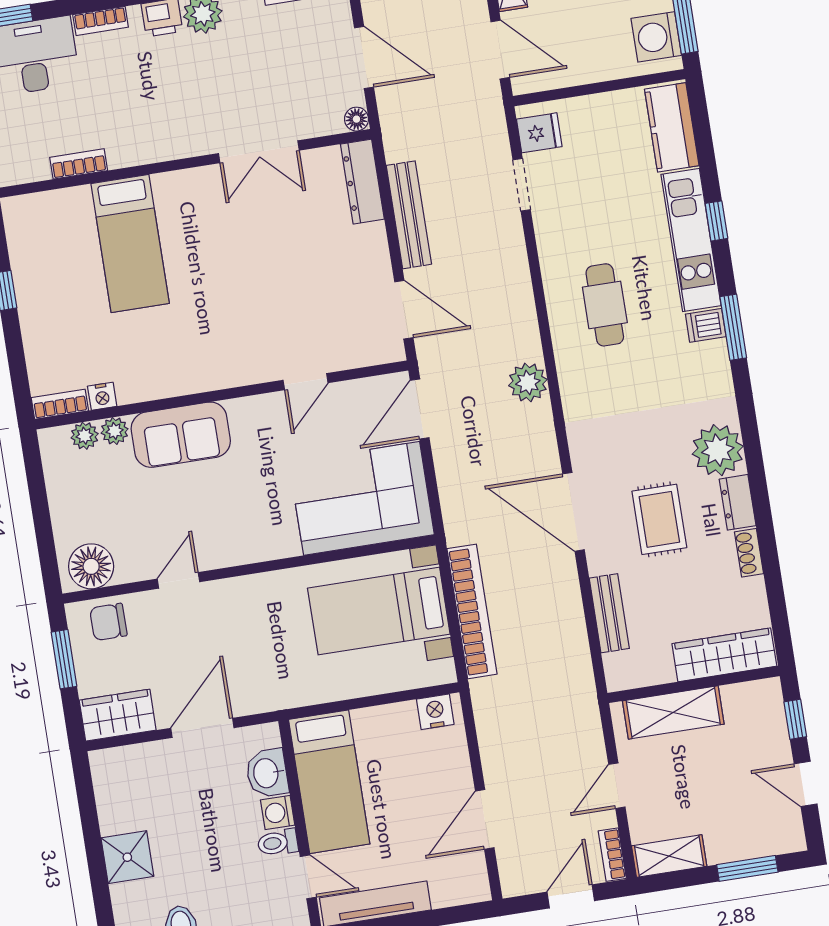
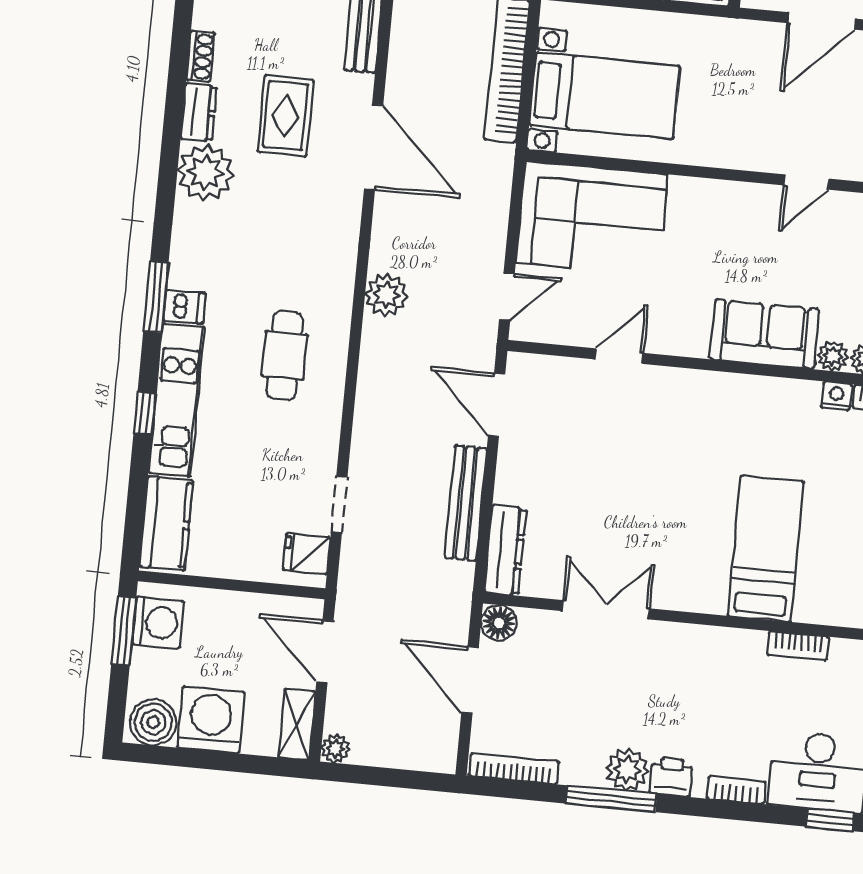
floor lamp: (356, 119) -> (499, 623), width x1.37, depth x1.37
door: (420, 409) -> (507, 296), width x0.73

